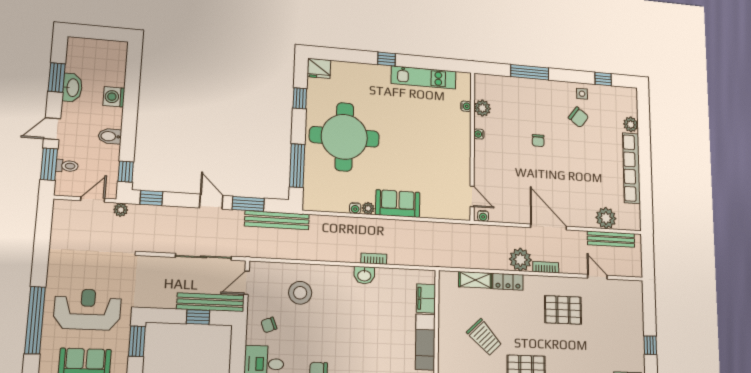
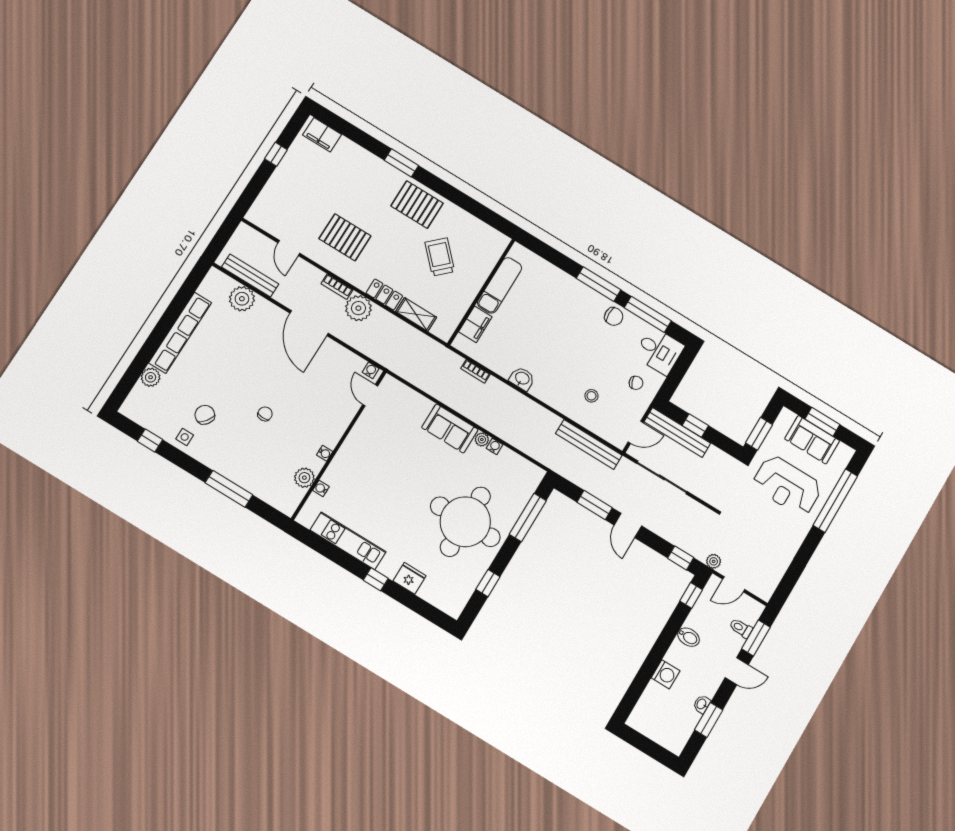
fridge: (319, 68) -> (409, 578), moved
washbasin: (72, 88) -> (702, 704), width x0.52, depth x0.69
bench: (277, 220) -> (589, 444), moved
bookcase: (374, 259) -> (475, 371), moved
stool: (300, 293) -> (591, 396), width x0.53, depth x0.53

